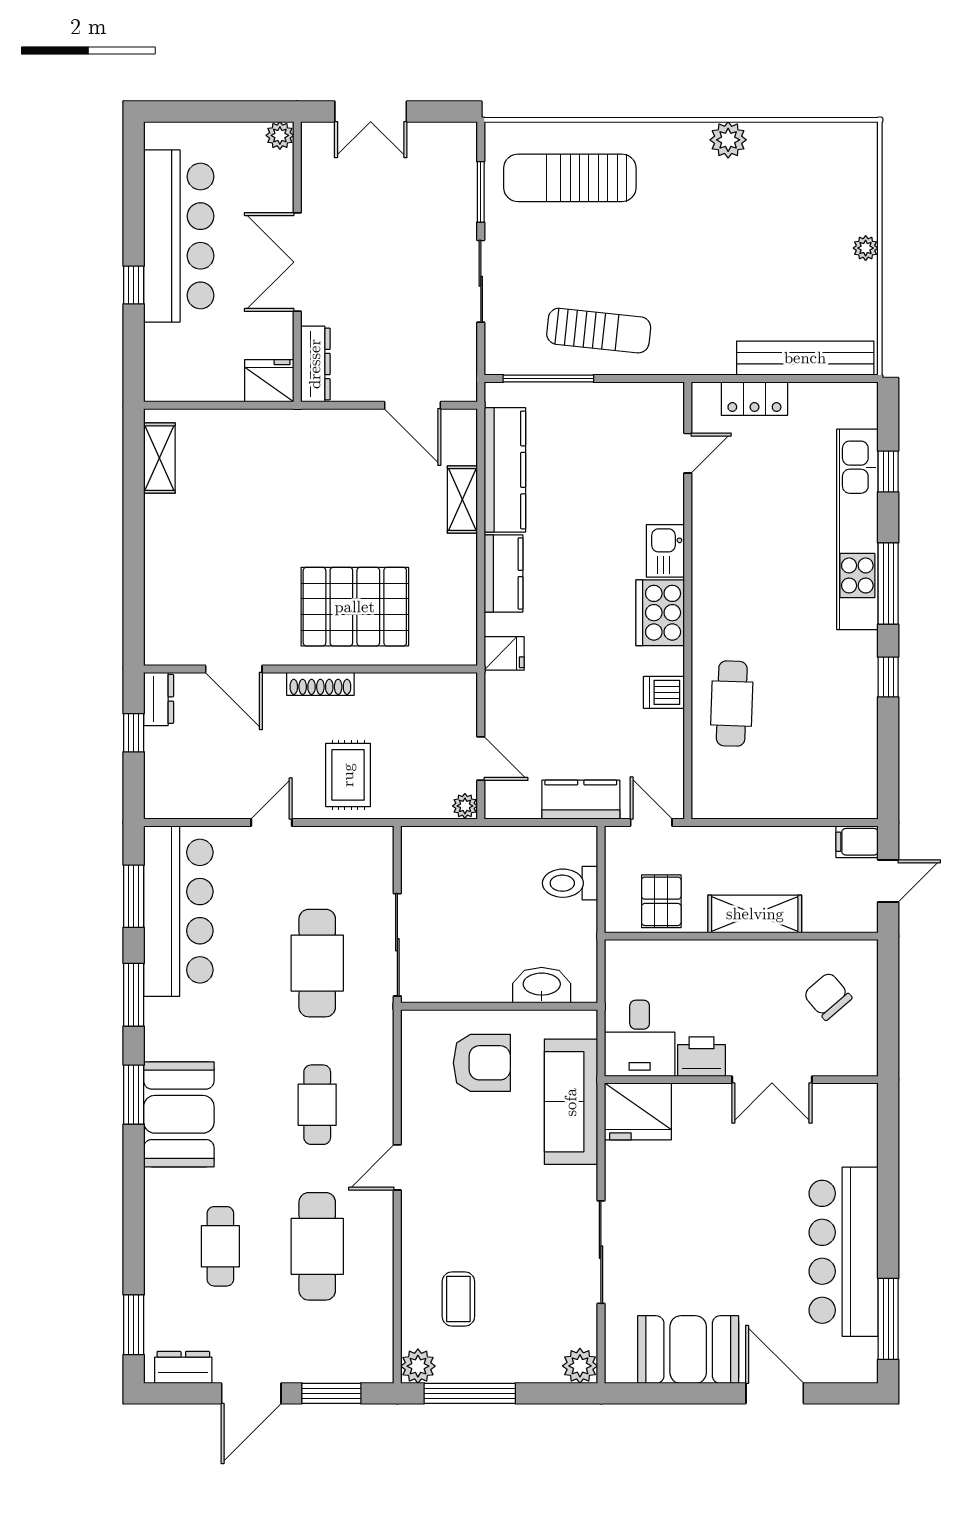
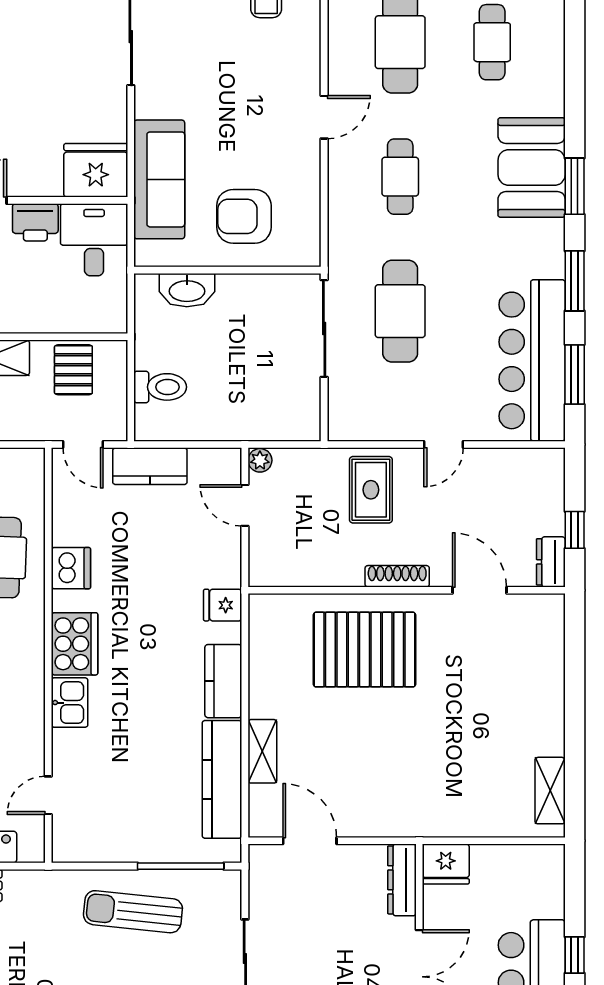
dishwasher: (664, 692) -> (71, 568), width x1.38

